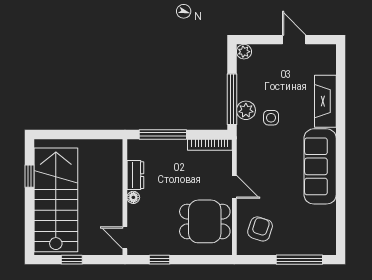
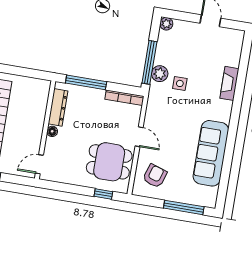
fireplace: (325, 101) -> (229, 83), width x0.73, depth x0.76
sofa: (320, 166) -> (211, 153), moved
dresser: (135, 175) -> (58, 107), width x1.44
door: (125, 238) -> (39, 164), hinge flipped
window: (159, 260) -> (103, 194), moved

